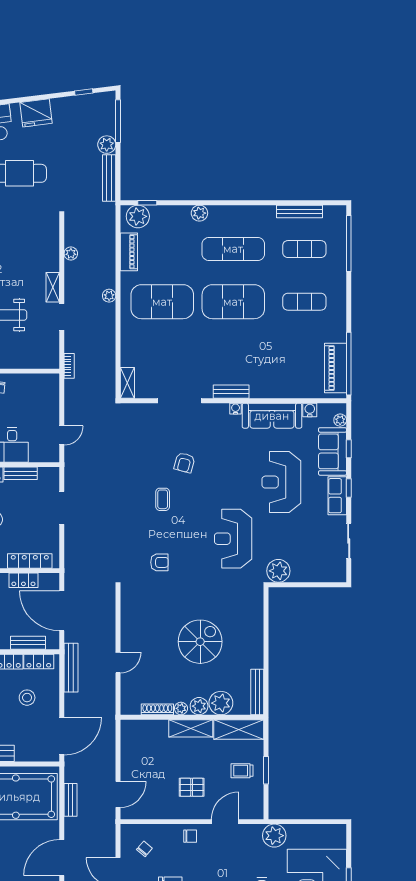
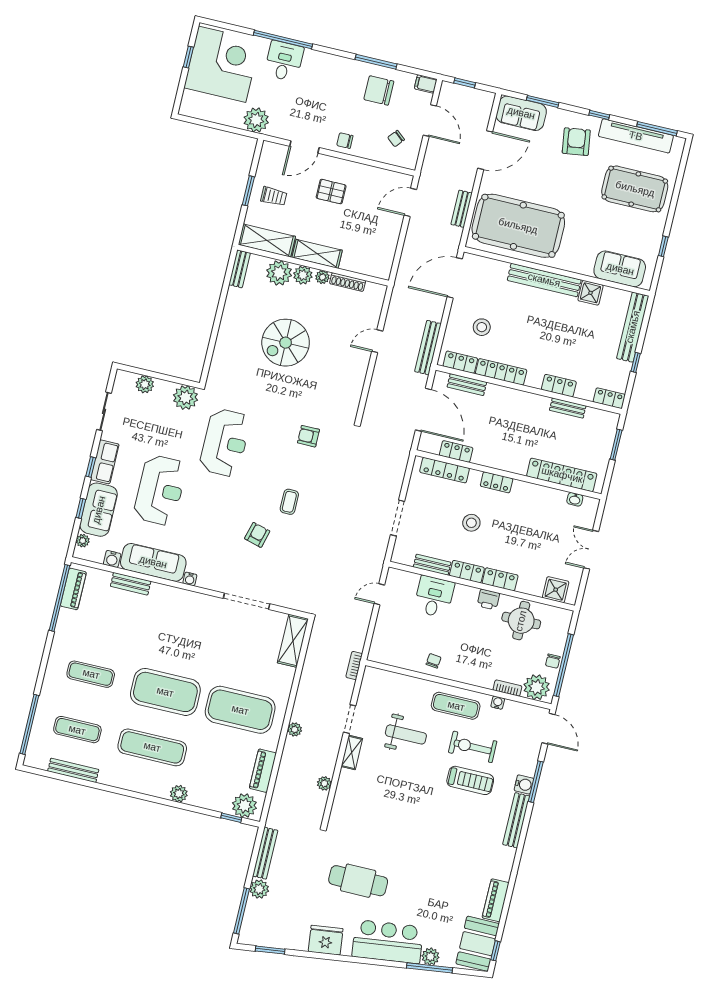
window: (84, 92) -> (270, 950), width x1.50
piano: (336, 368) -> (73, 589), width x0.73, depth x0.75
shelving: (127, 383) -> (293, 641), width x1.50, depth x1.33
bench: (231, 392) -> (131, 584), moved
plant: (318, 574) -> (145, 384), added
bench: (257, 692) -> (240, 269), width x0.73

